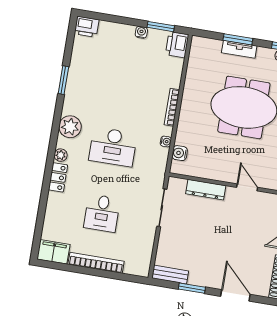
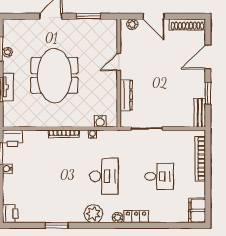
bookcase: (96, 263) -> (200, 159), moved

